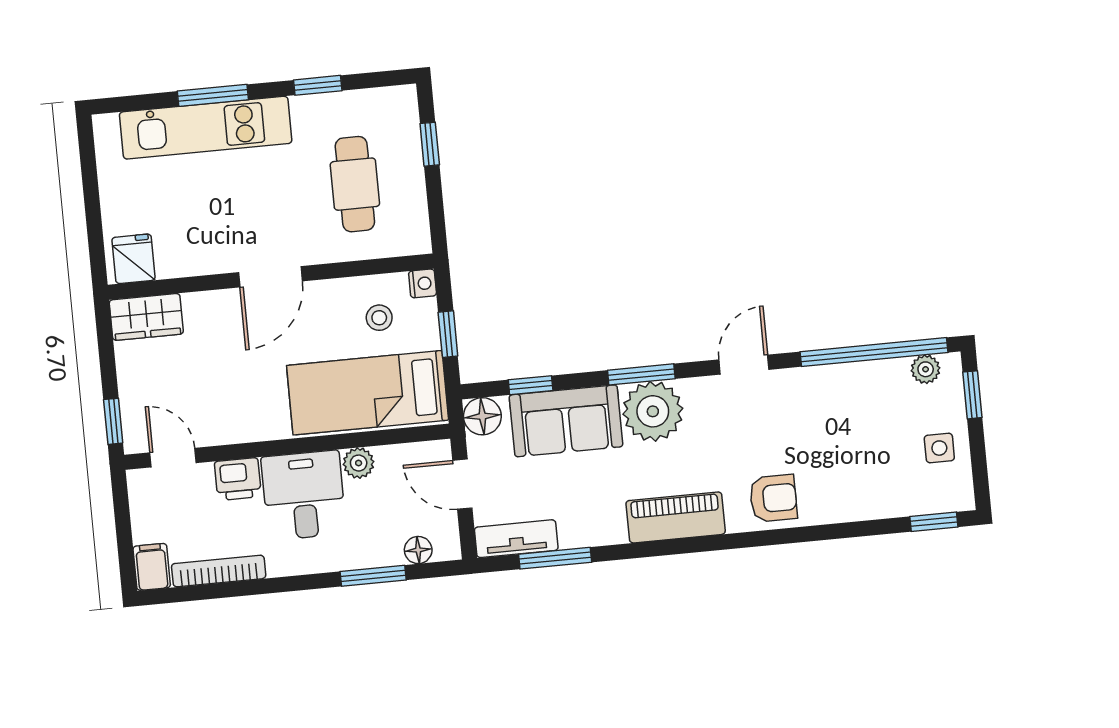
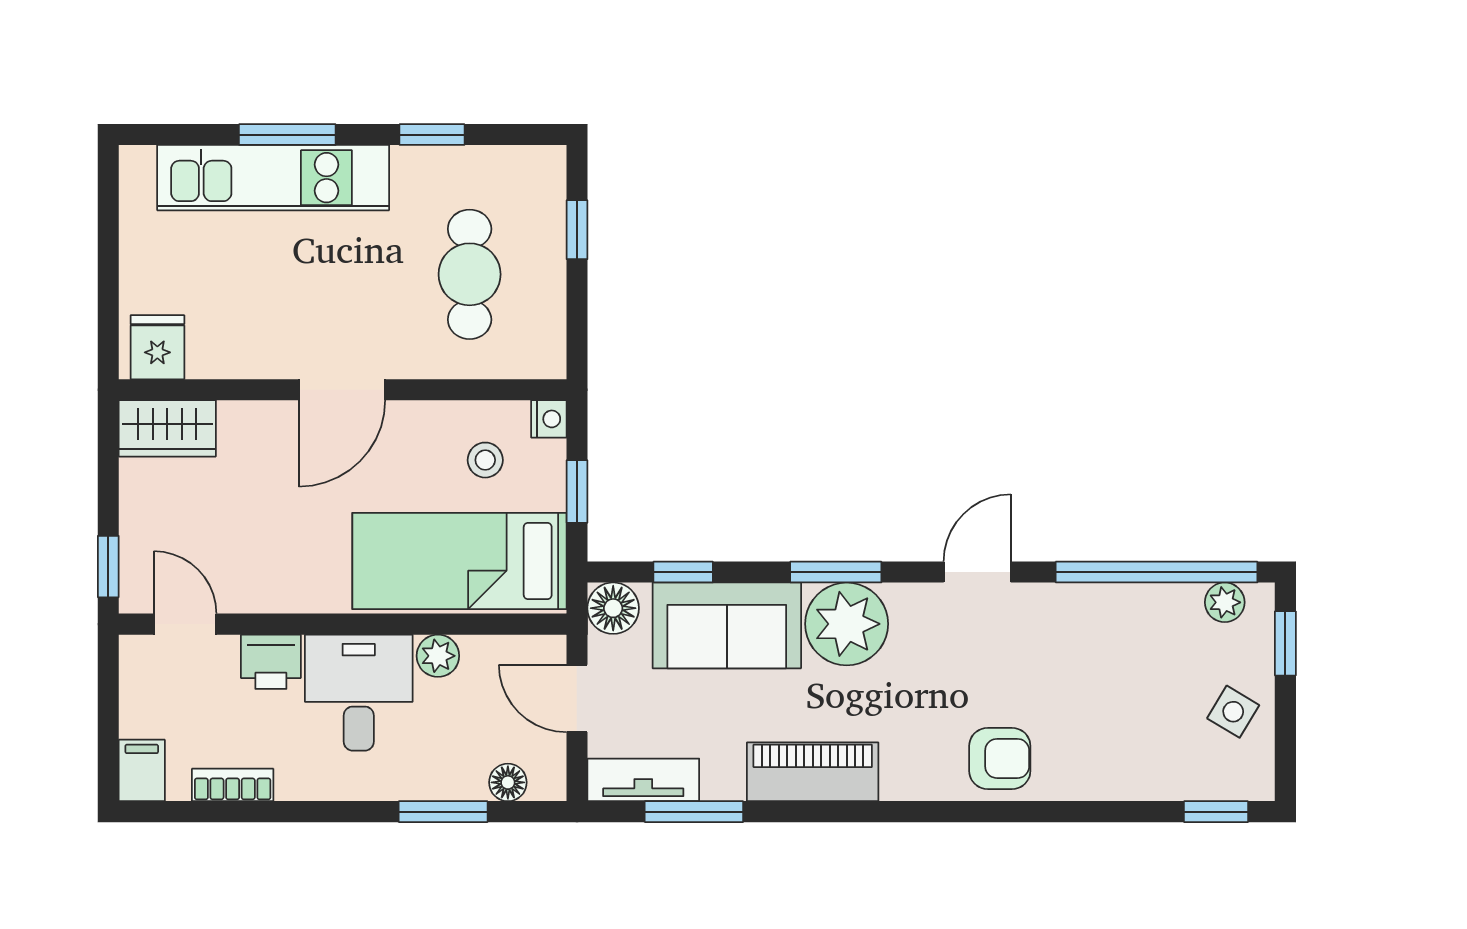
side table: (939, 448) -> (1233, 712), turned 31
piano: (676, 517) -> (813, 772), moved
bookcase: (219, 571) -> (233, 785), width x0.64

